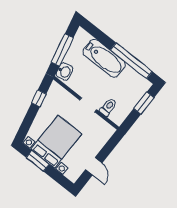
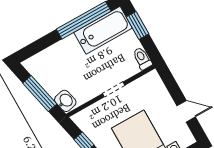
bathtub: (104, 58) -> (103, 30), moved
toilet: (108, 107) -> (142, 58), moved

